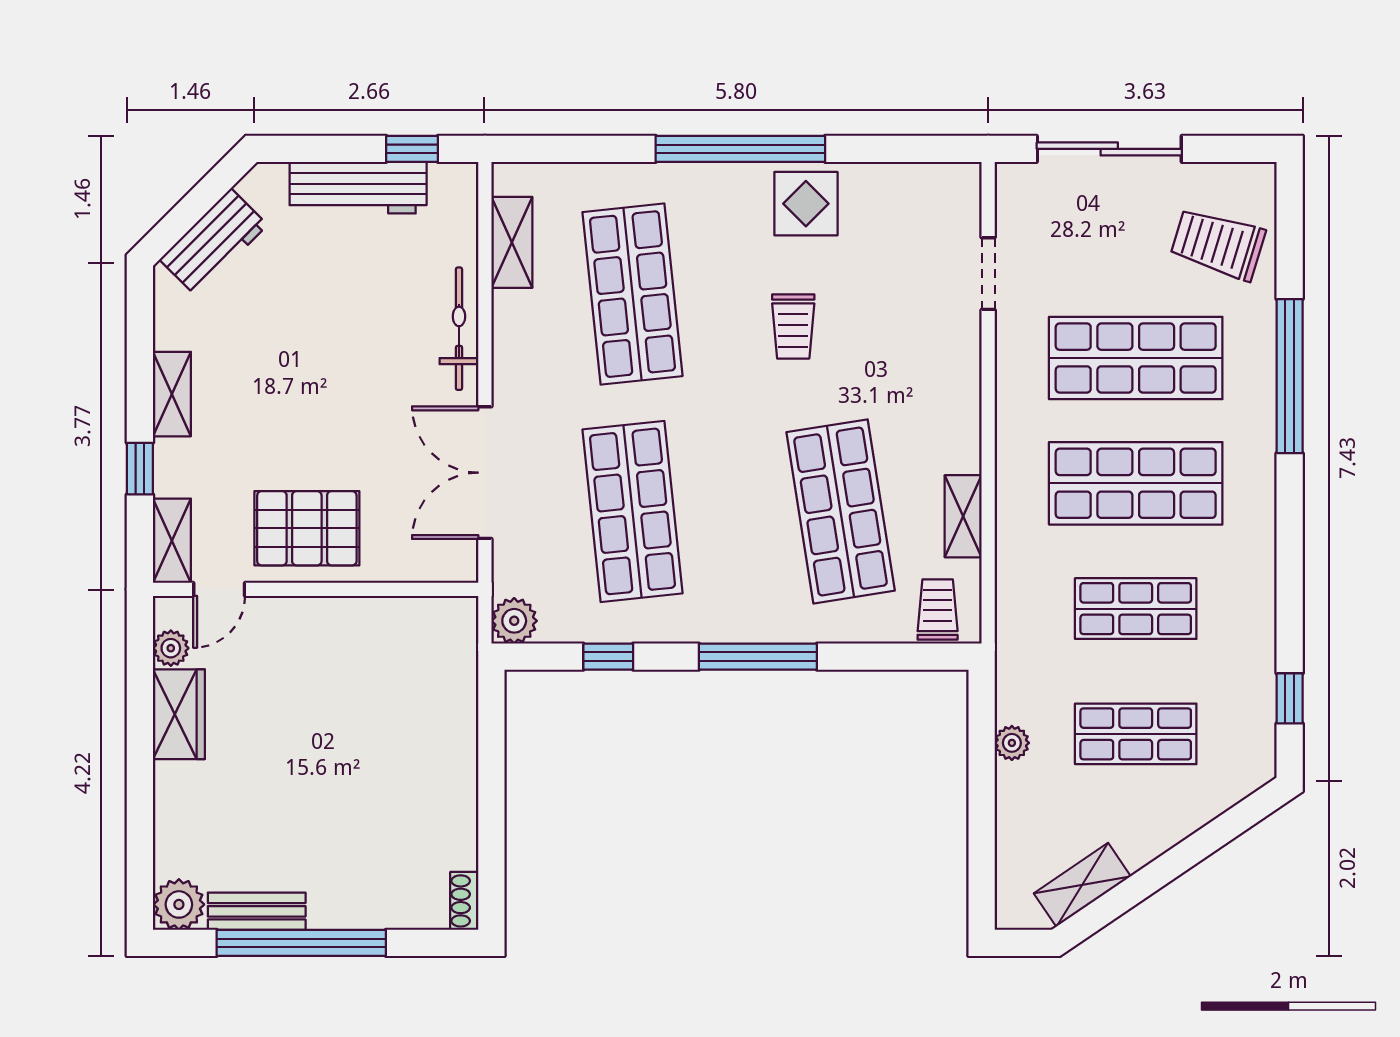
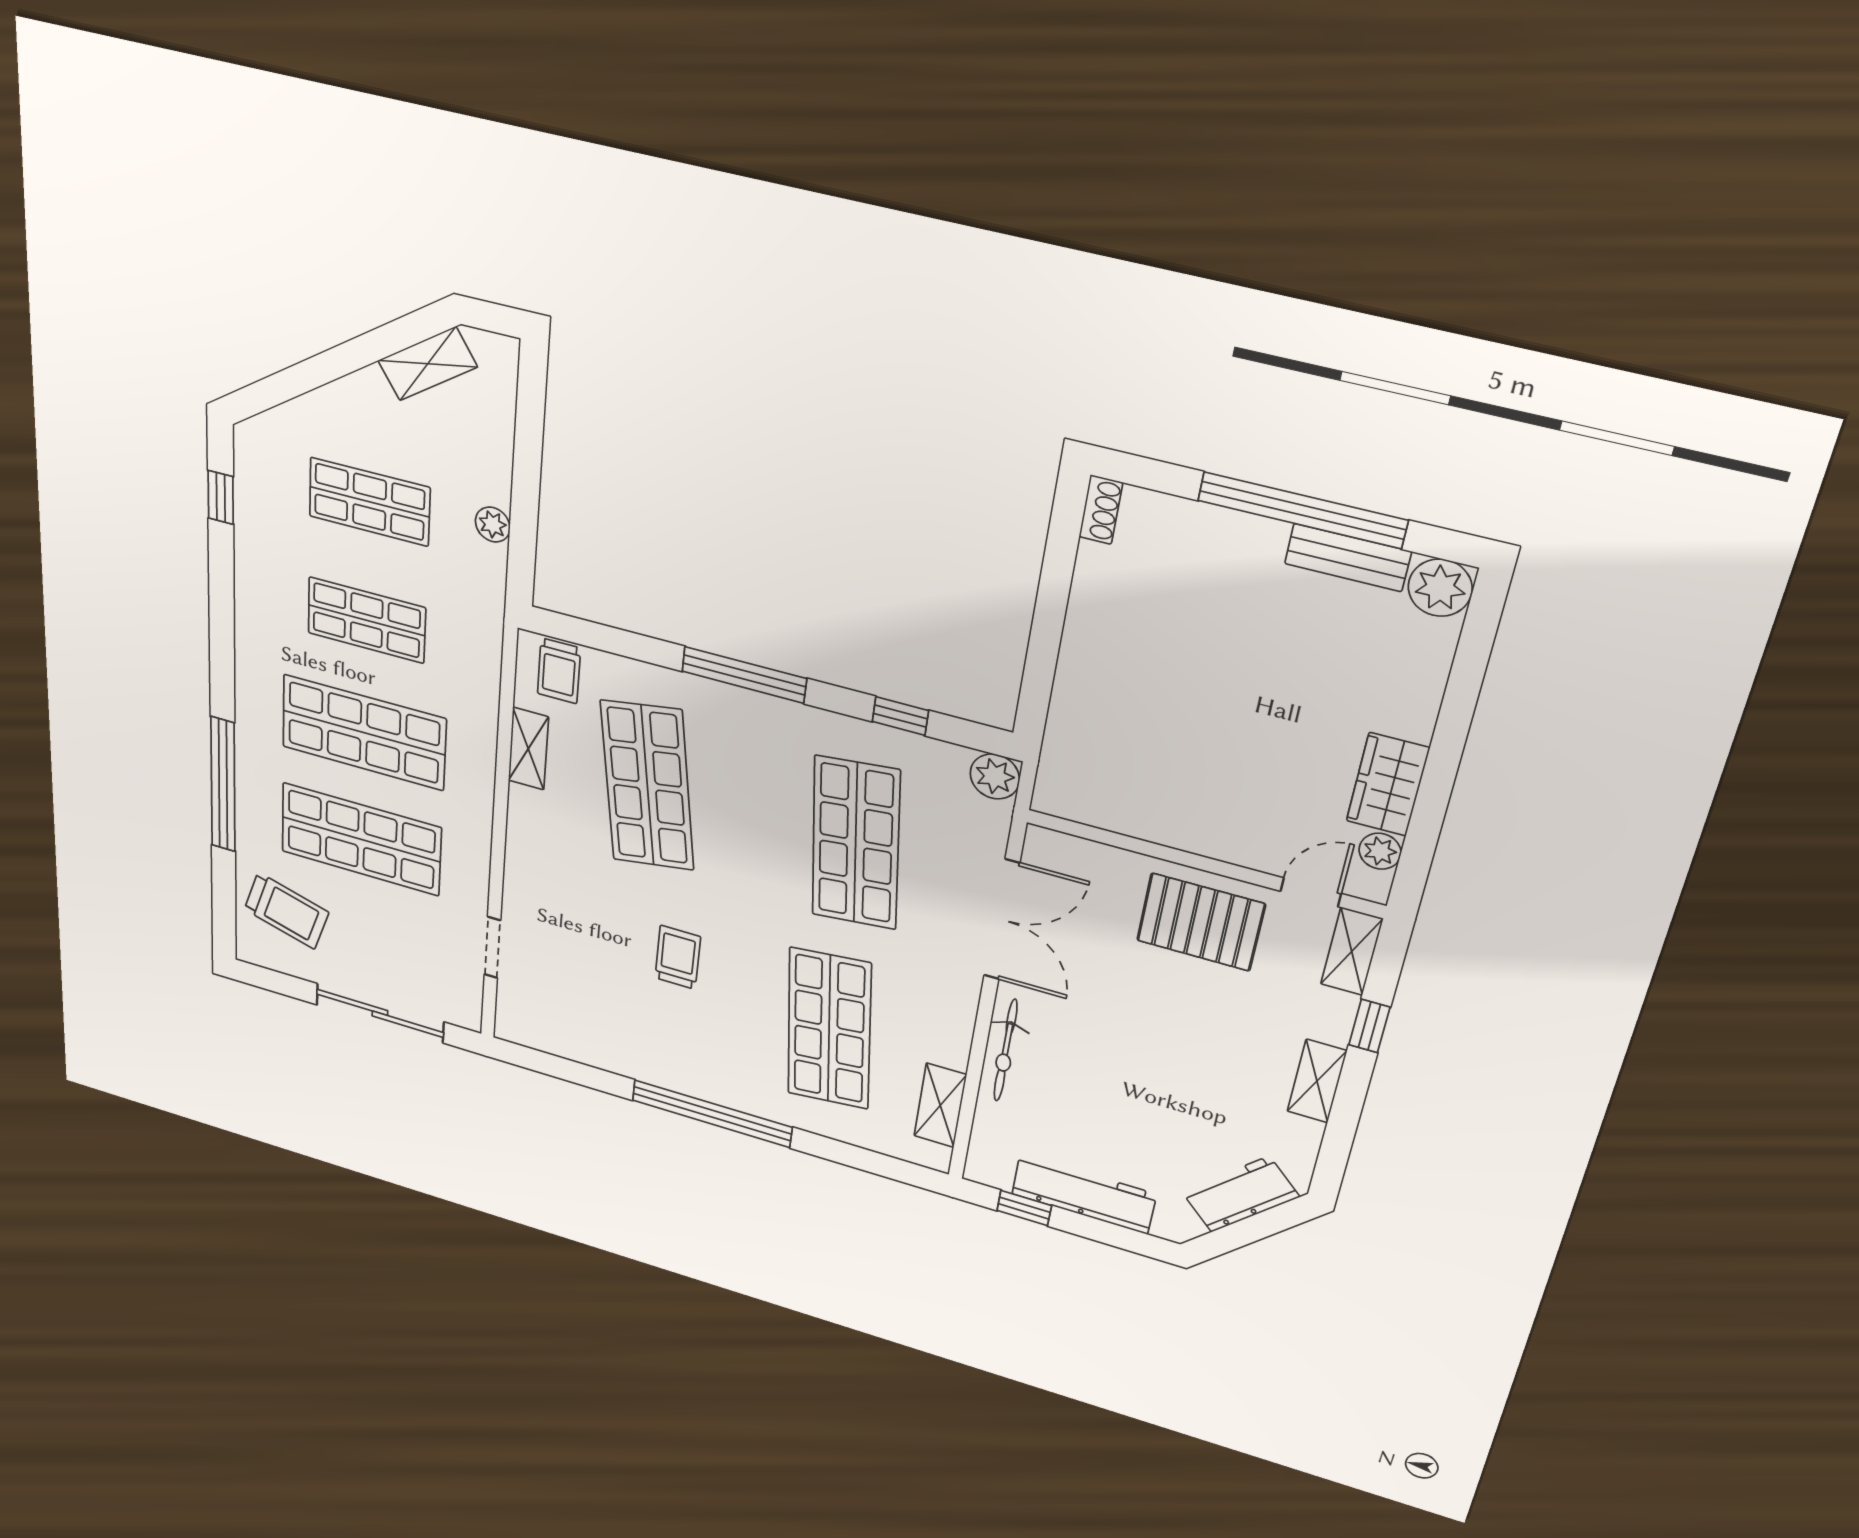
display table: (806, 204) -> (656, 1053), removed

